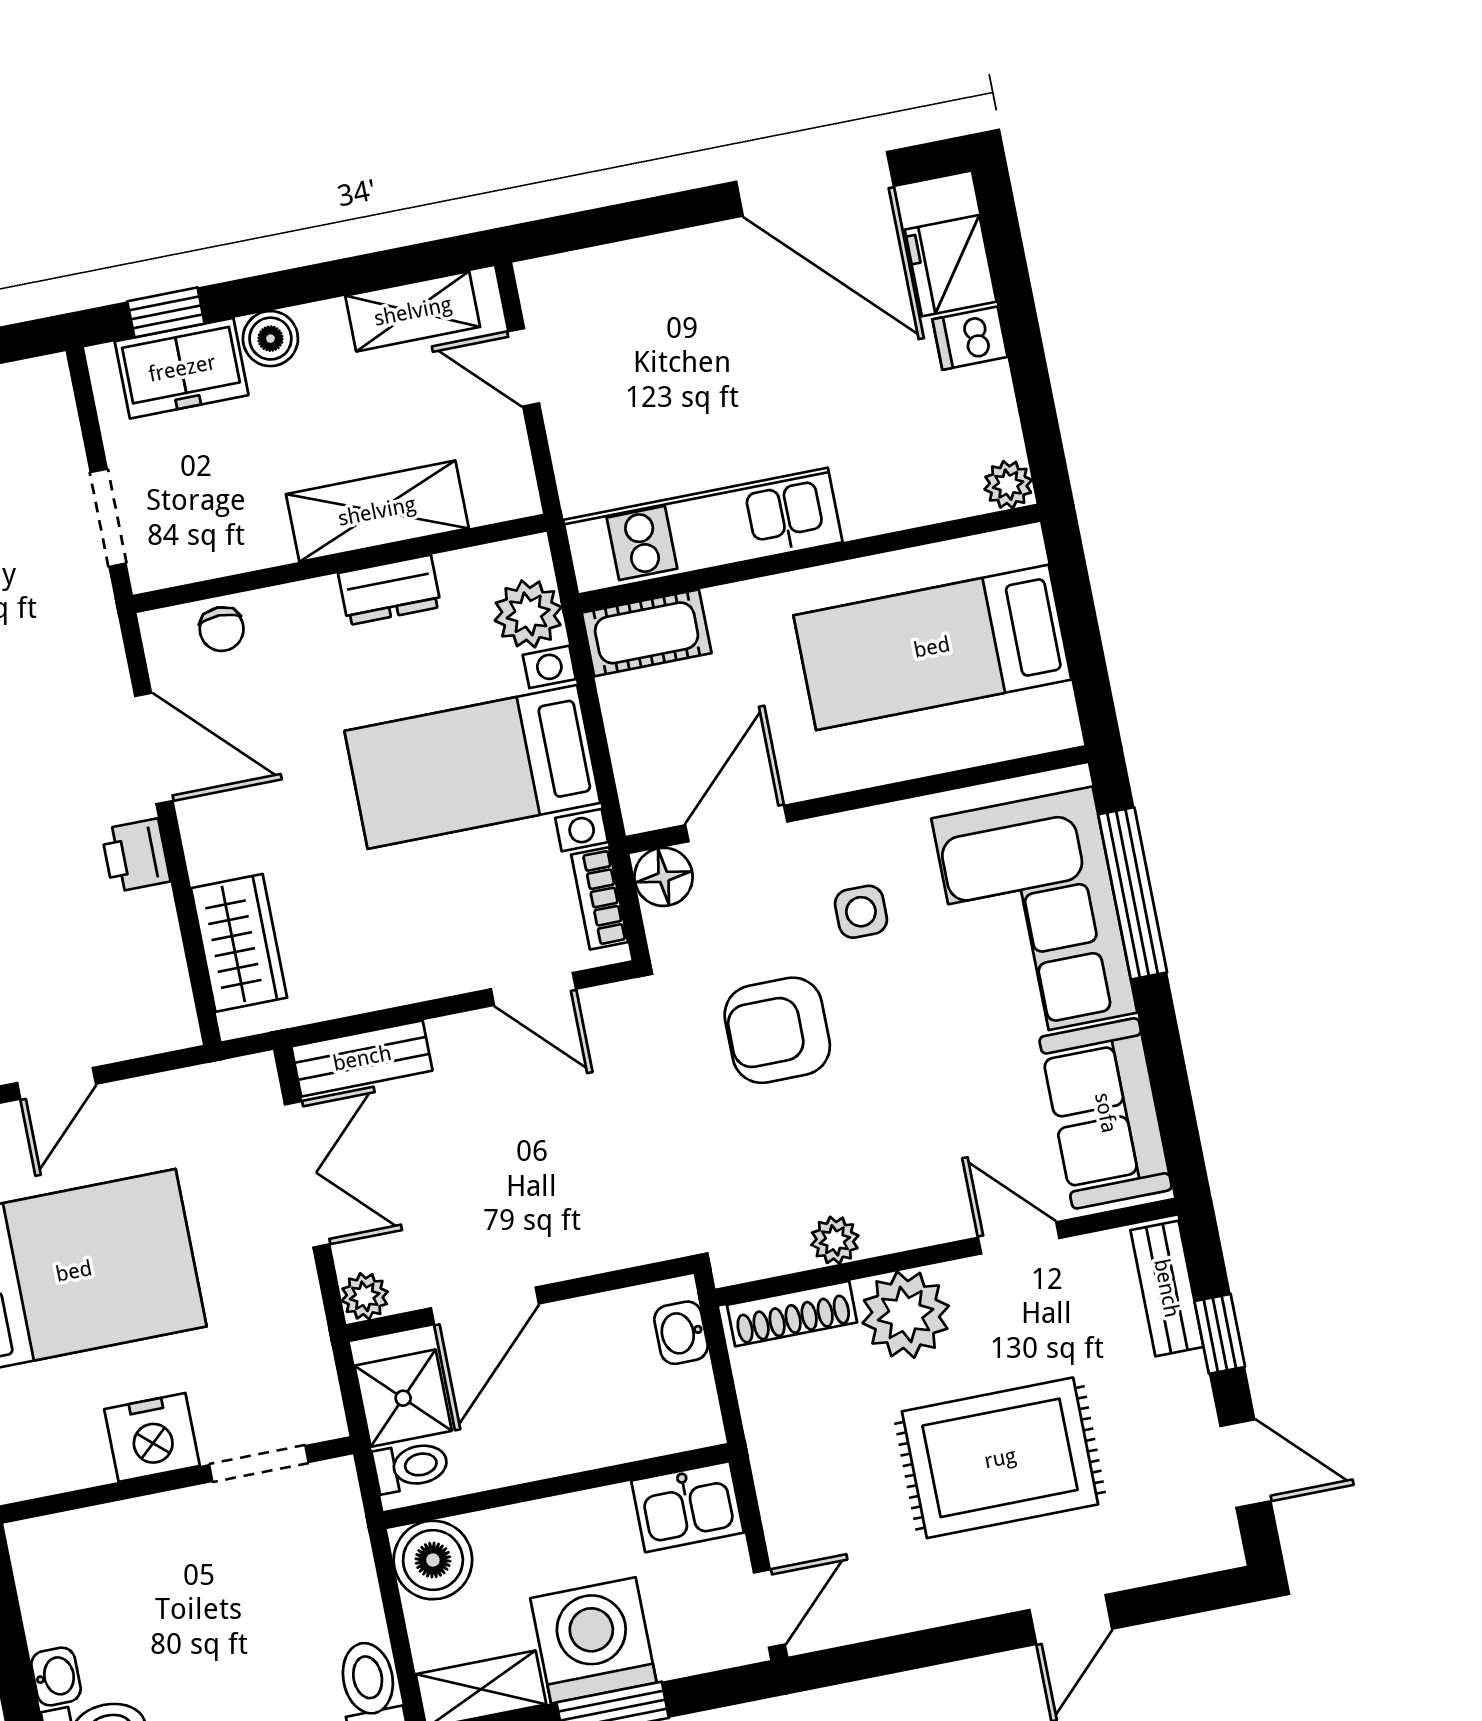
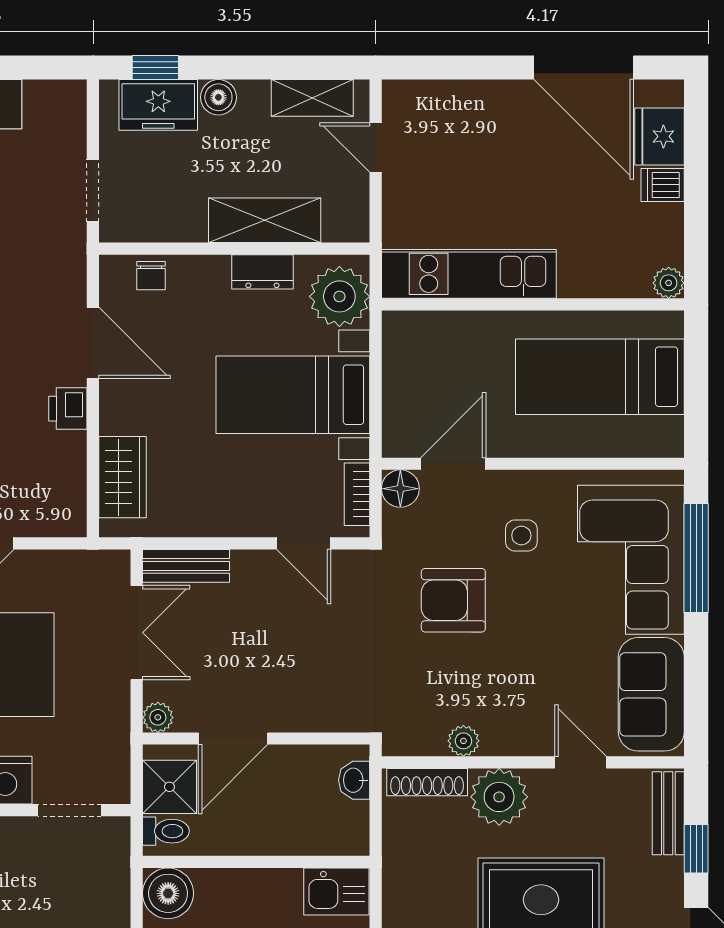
plant: (528, 614) -> (339, 296), width x1.36, depth x1.36
cot: (647, 633) -> (420, 331), removed

